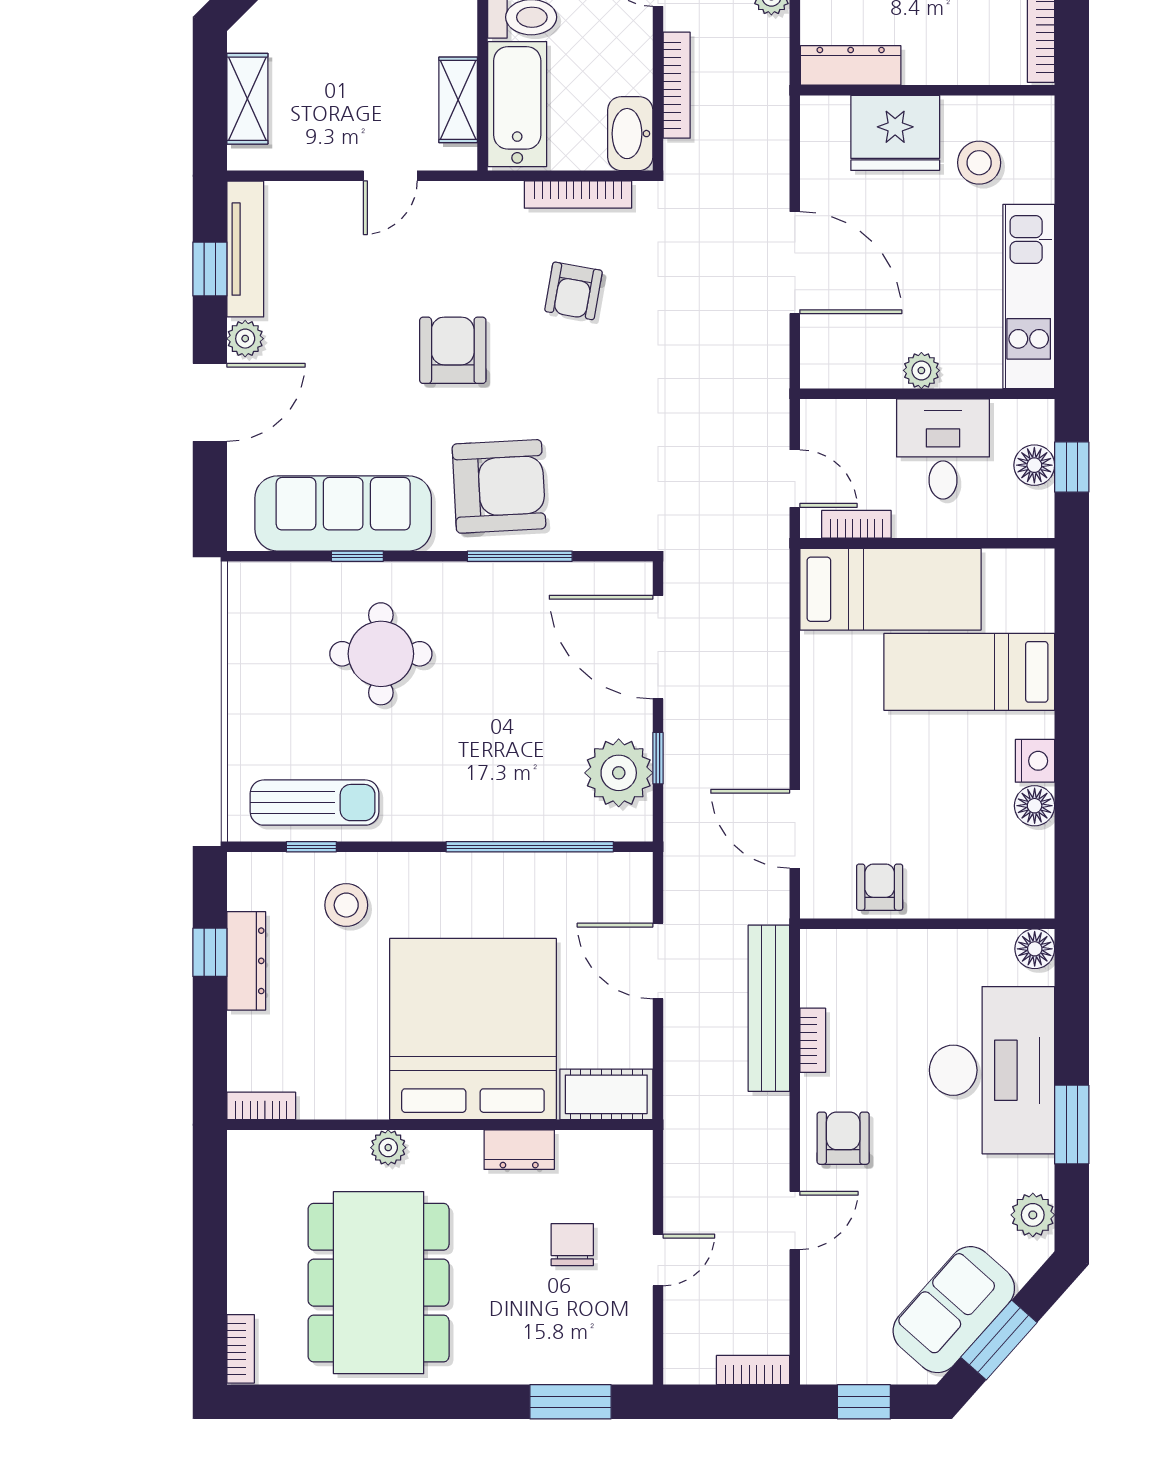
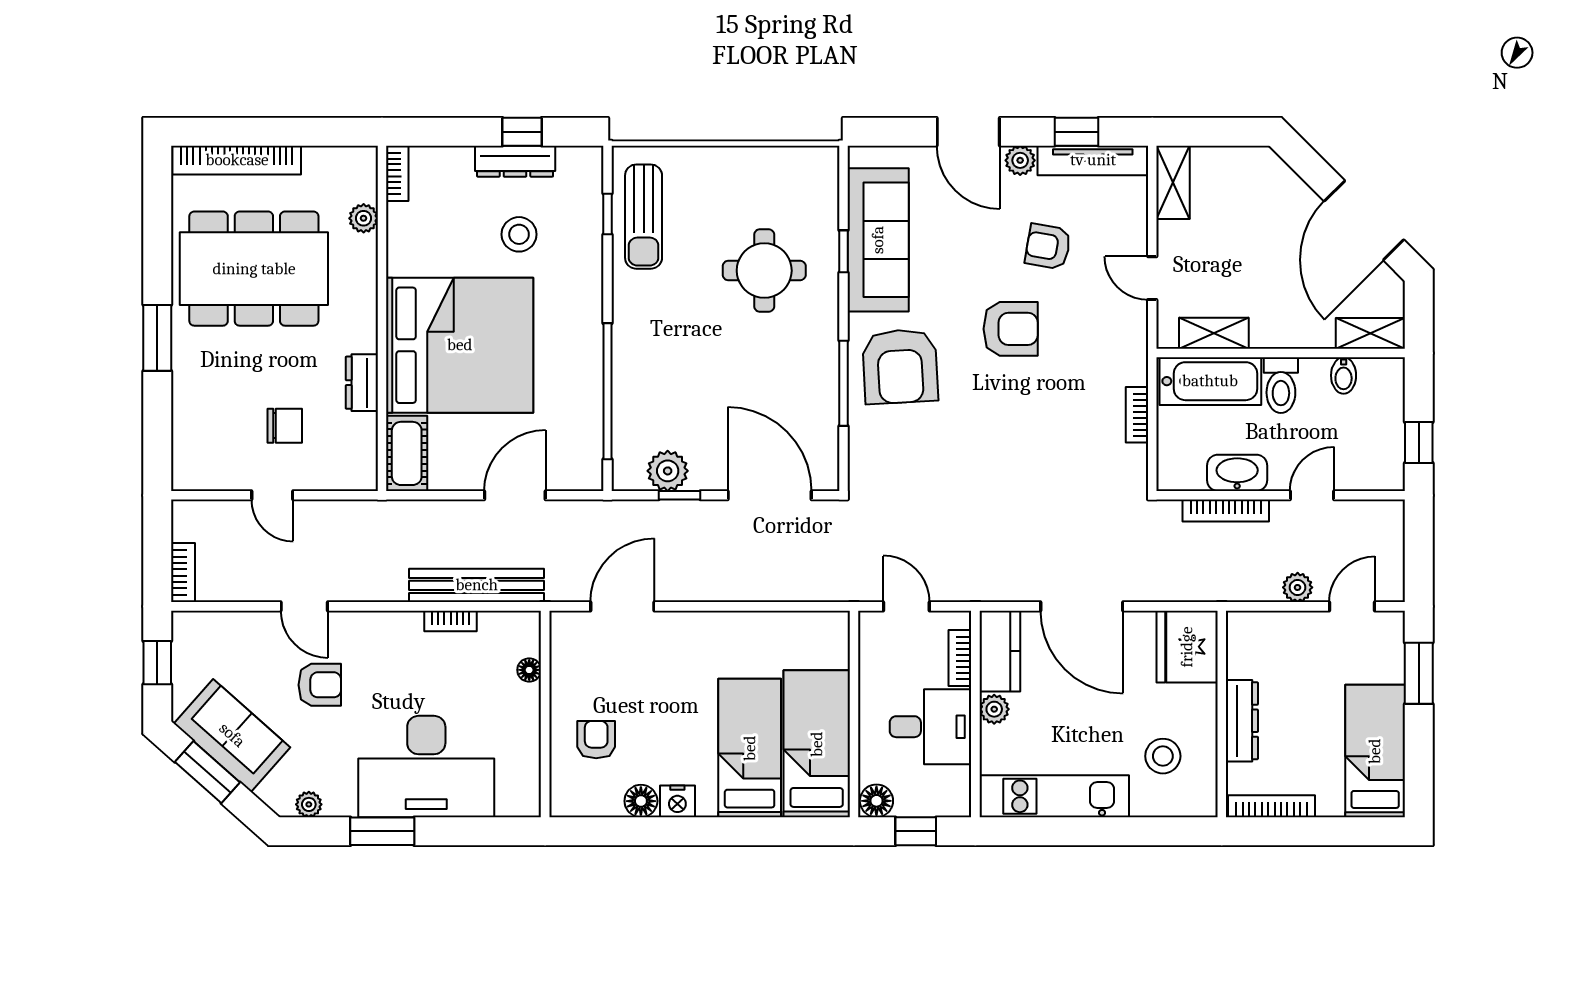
dresser: (851, 65) -> (1242, 721), moved
shelving: (247, 99) -> (1173, 182), moved, turned 90
fridge: (895, 133) -> (1187, 647), moved
washbasin: (630, 134) -> (1237, 473), moved
bookcase: (578, 195) -> (1137, 415), width x0.64
door: (795, 263) -> (1082, 606), hinge flipped
armchair: (573, 291) -> (1048, 247), moved
kitchen counter: (850, 364) -> (1000, 651), added
floor lamp: (1034, 465) -> (876, 801), moved
door: (795, 479) -> (906, 606), swing flipped
bookcase: (856, 524) -> (960, 658), moved, turned 180
bed: (890, 589) -> (817, 744), moved, turned 180
door: (658, 647) -> (770, 495), hinge flipped
plant: (619, 773) -> (668, 471), width x0.73, depth x0.73
armchair: (880, 887) -> (596, 740), moved, turned -90
stool: (346, 905) -> (519, 234), moved
floor lamp: (1035, 949) -> (529, 670), moved, width x0.73, depth x0.73
armchair: (843, 1138) -> (320, 685), moved
plant: (388, 1148) -> (364, 218), moved
plant: (1033, 1215) -> (309, 804), width x0.73, depth x0.73
bookcase: (241, 1349) -> (237, 160), width x2.31, depth x1.31
window: (570, 1402) -> (157, 338), moved

